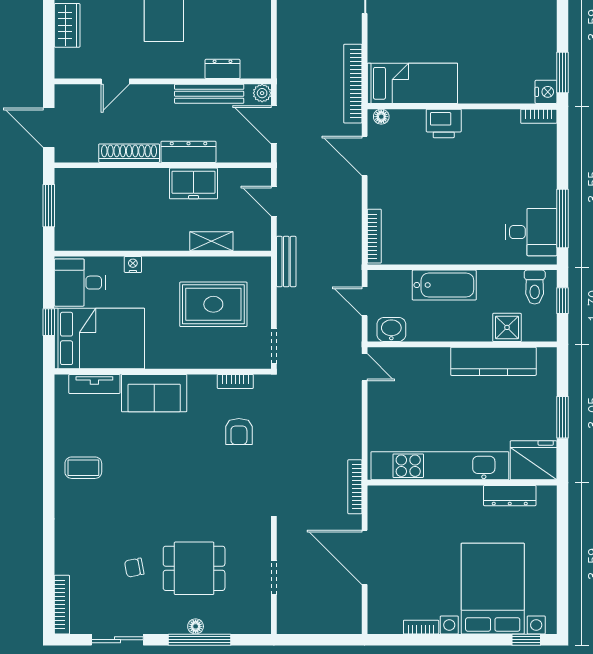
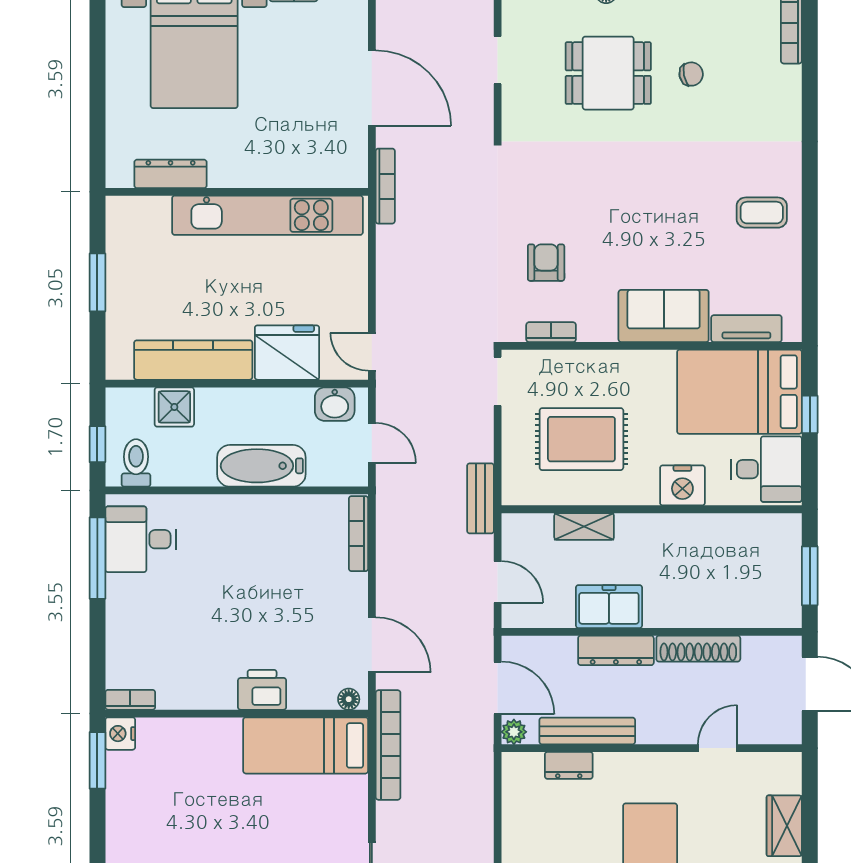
nightstand: (133, 264) -> (682, 485), width x1.89, depth x1.79
fridge: (534, 460) -> (287, 353), moved, turned 180

